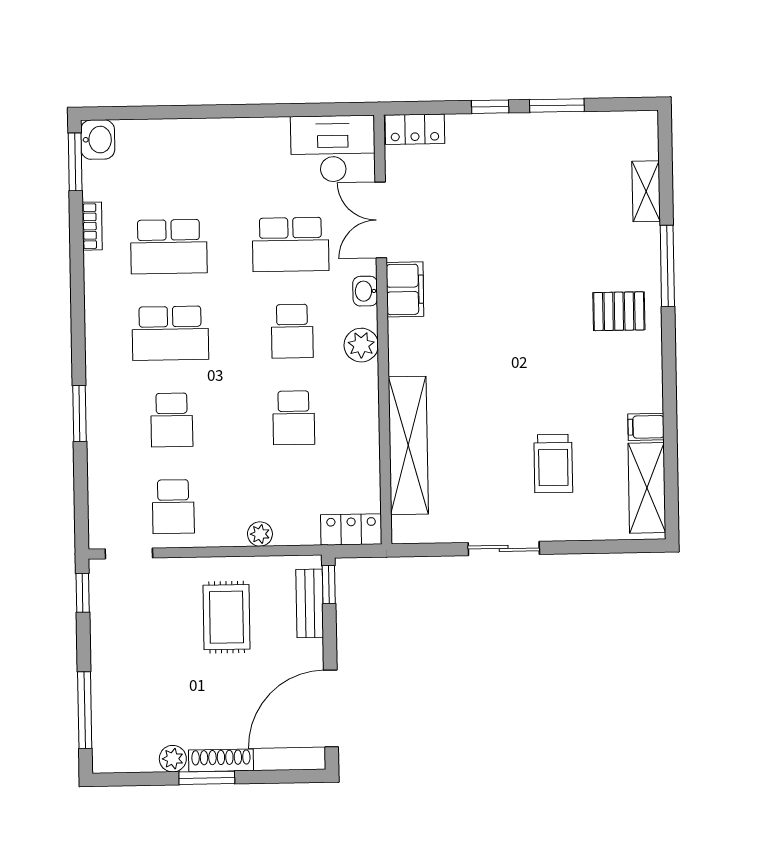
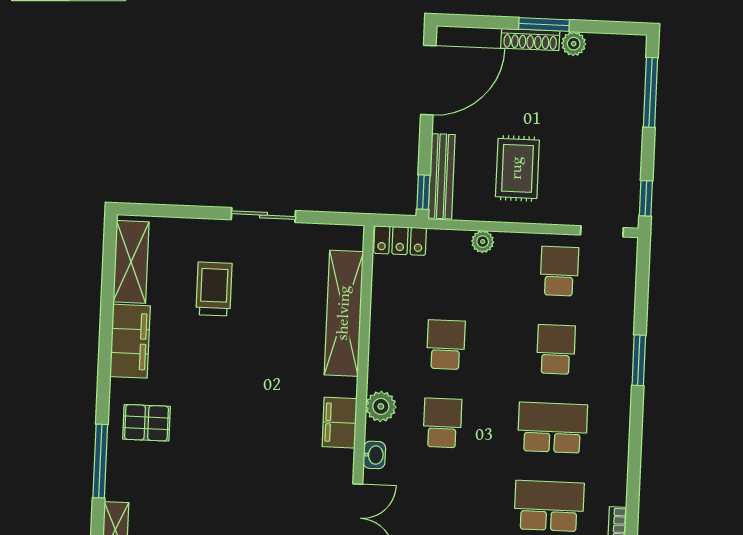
school desk: (291, 244) -> (439, 501), removed
filing cabinet: (405, 289) -> (340, 423), moved
filing cabinet: (646, 427) -> (130, 341), width x3.00, depth x1.17
bench: (310, 603) -> (442, 176), width x1.36

